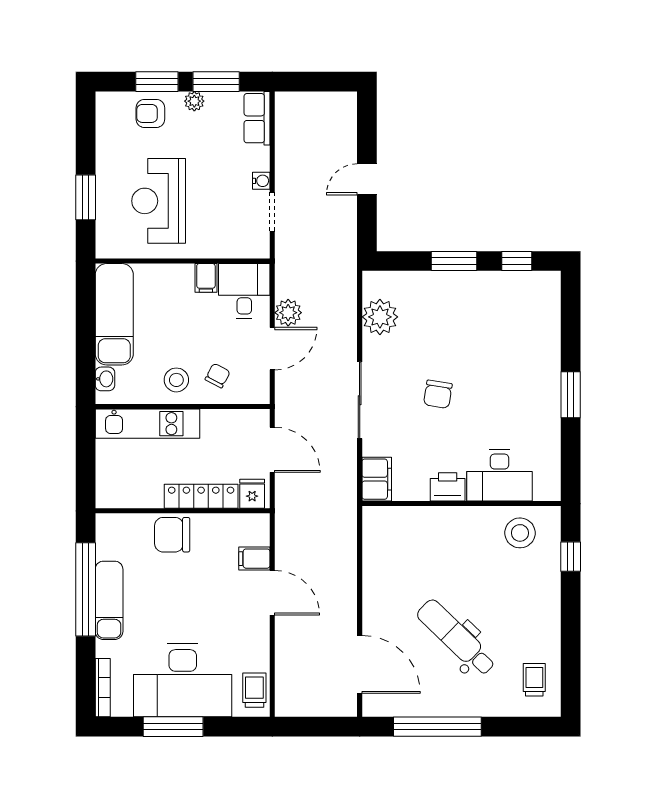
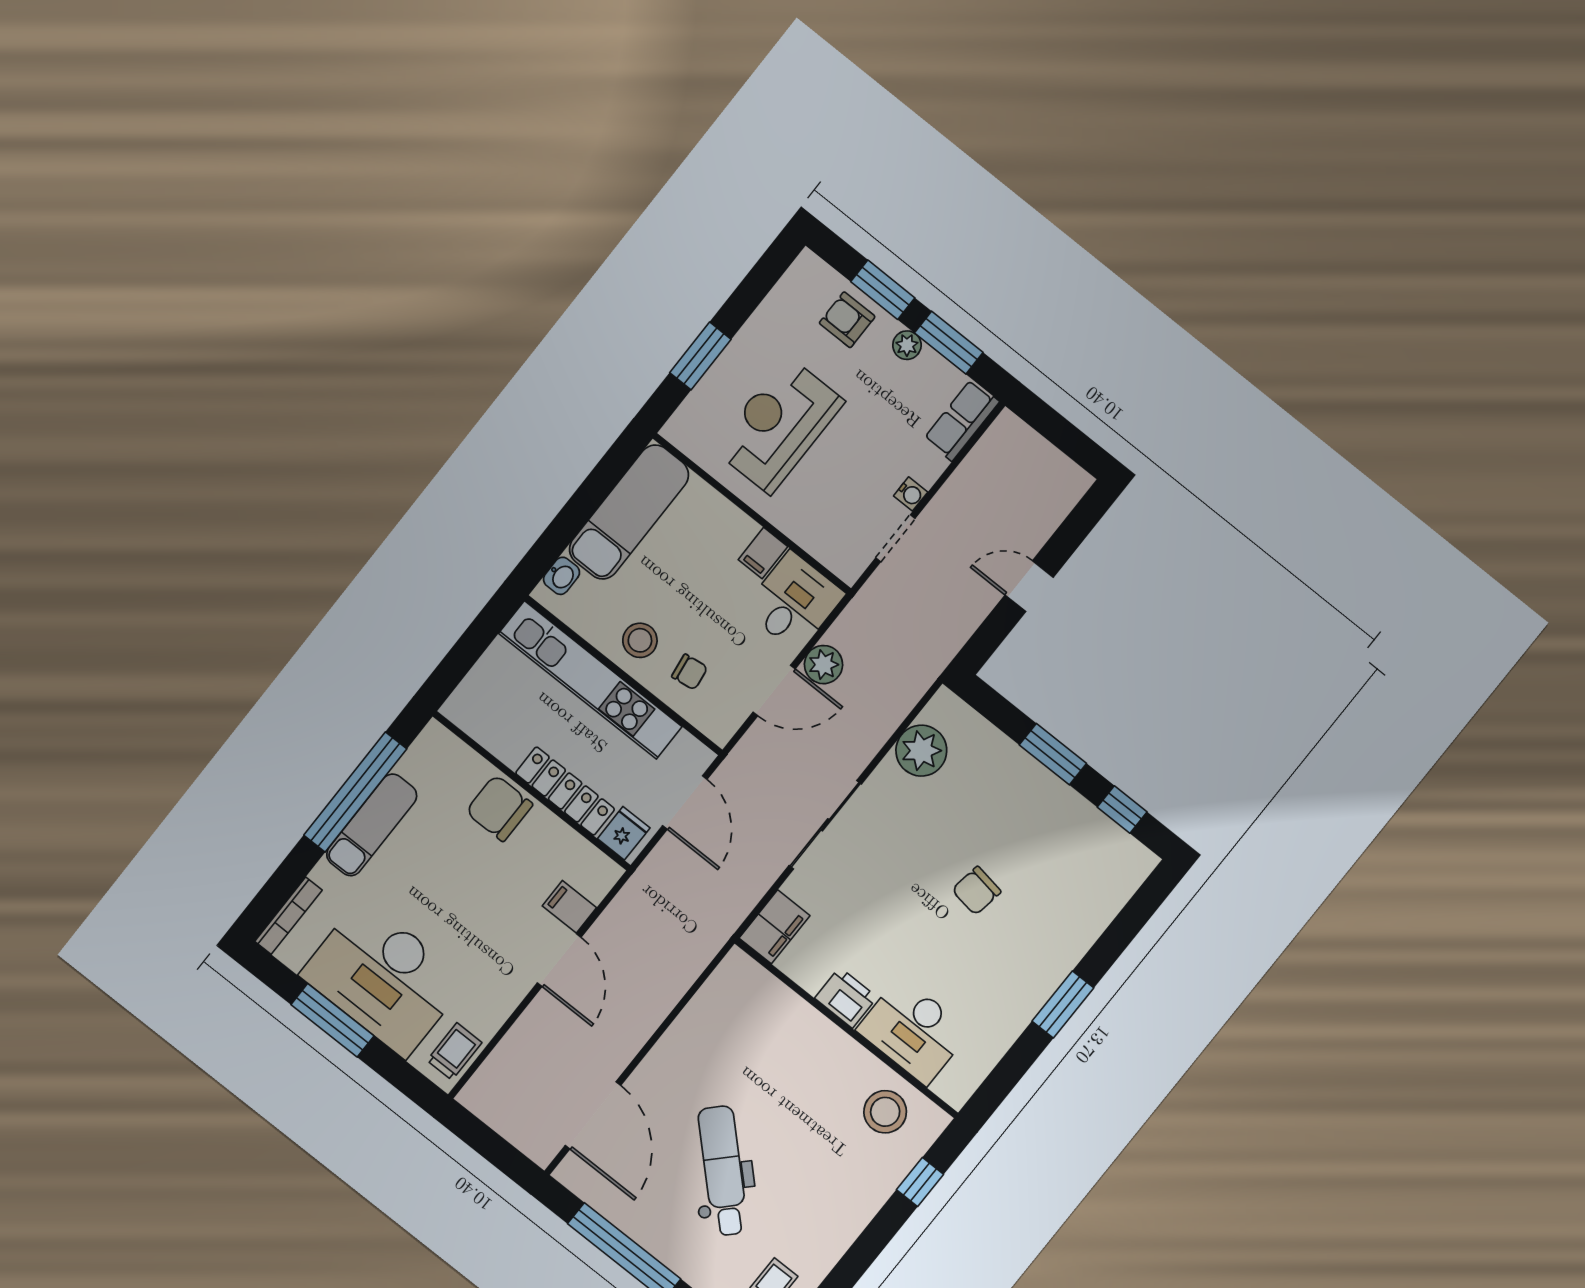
chair: (218, 376) -> (690, 672), turned 54
chair: (438, 394) -> (976, 891), moved
kitchen unit: (147, 424) -> (590, 680), width x1.36

